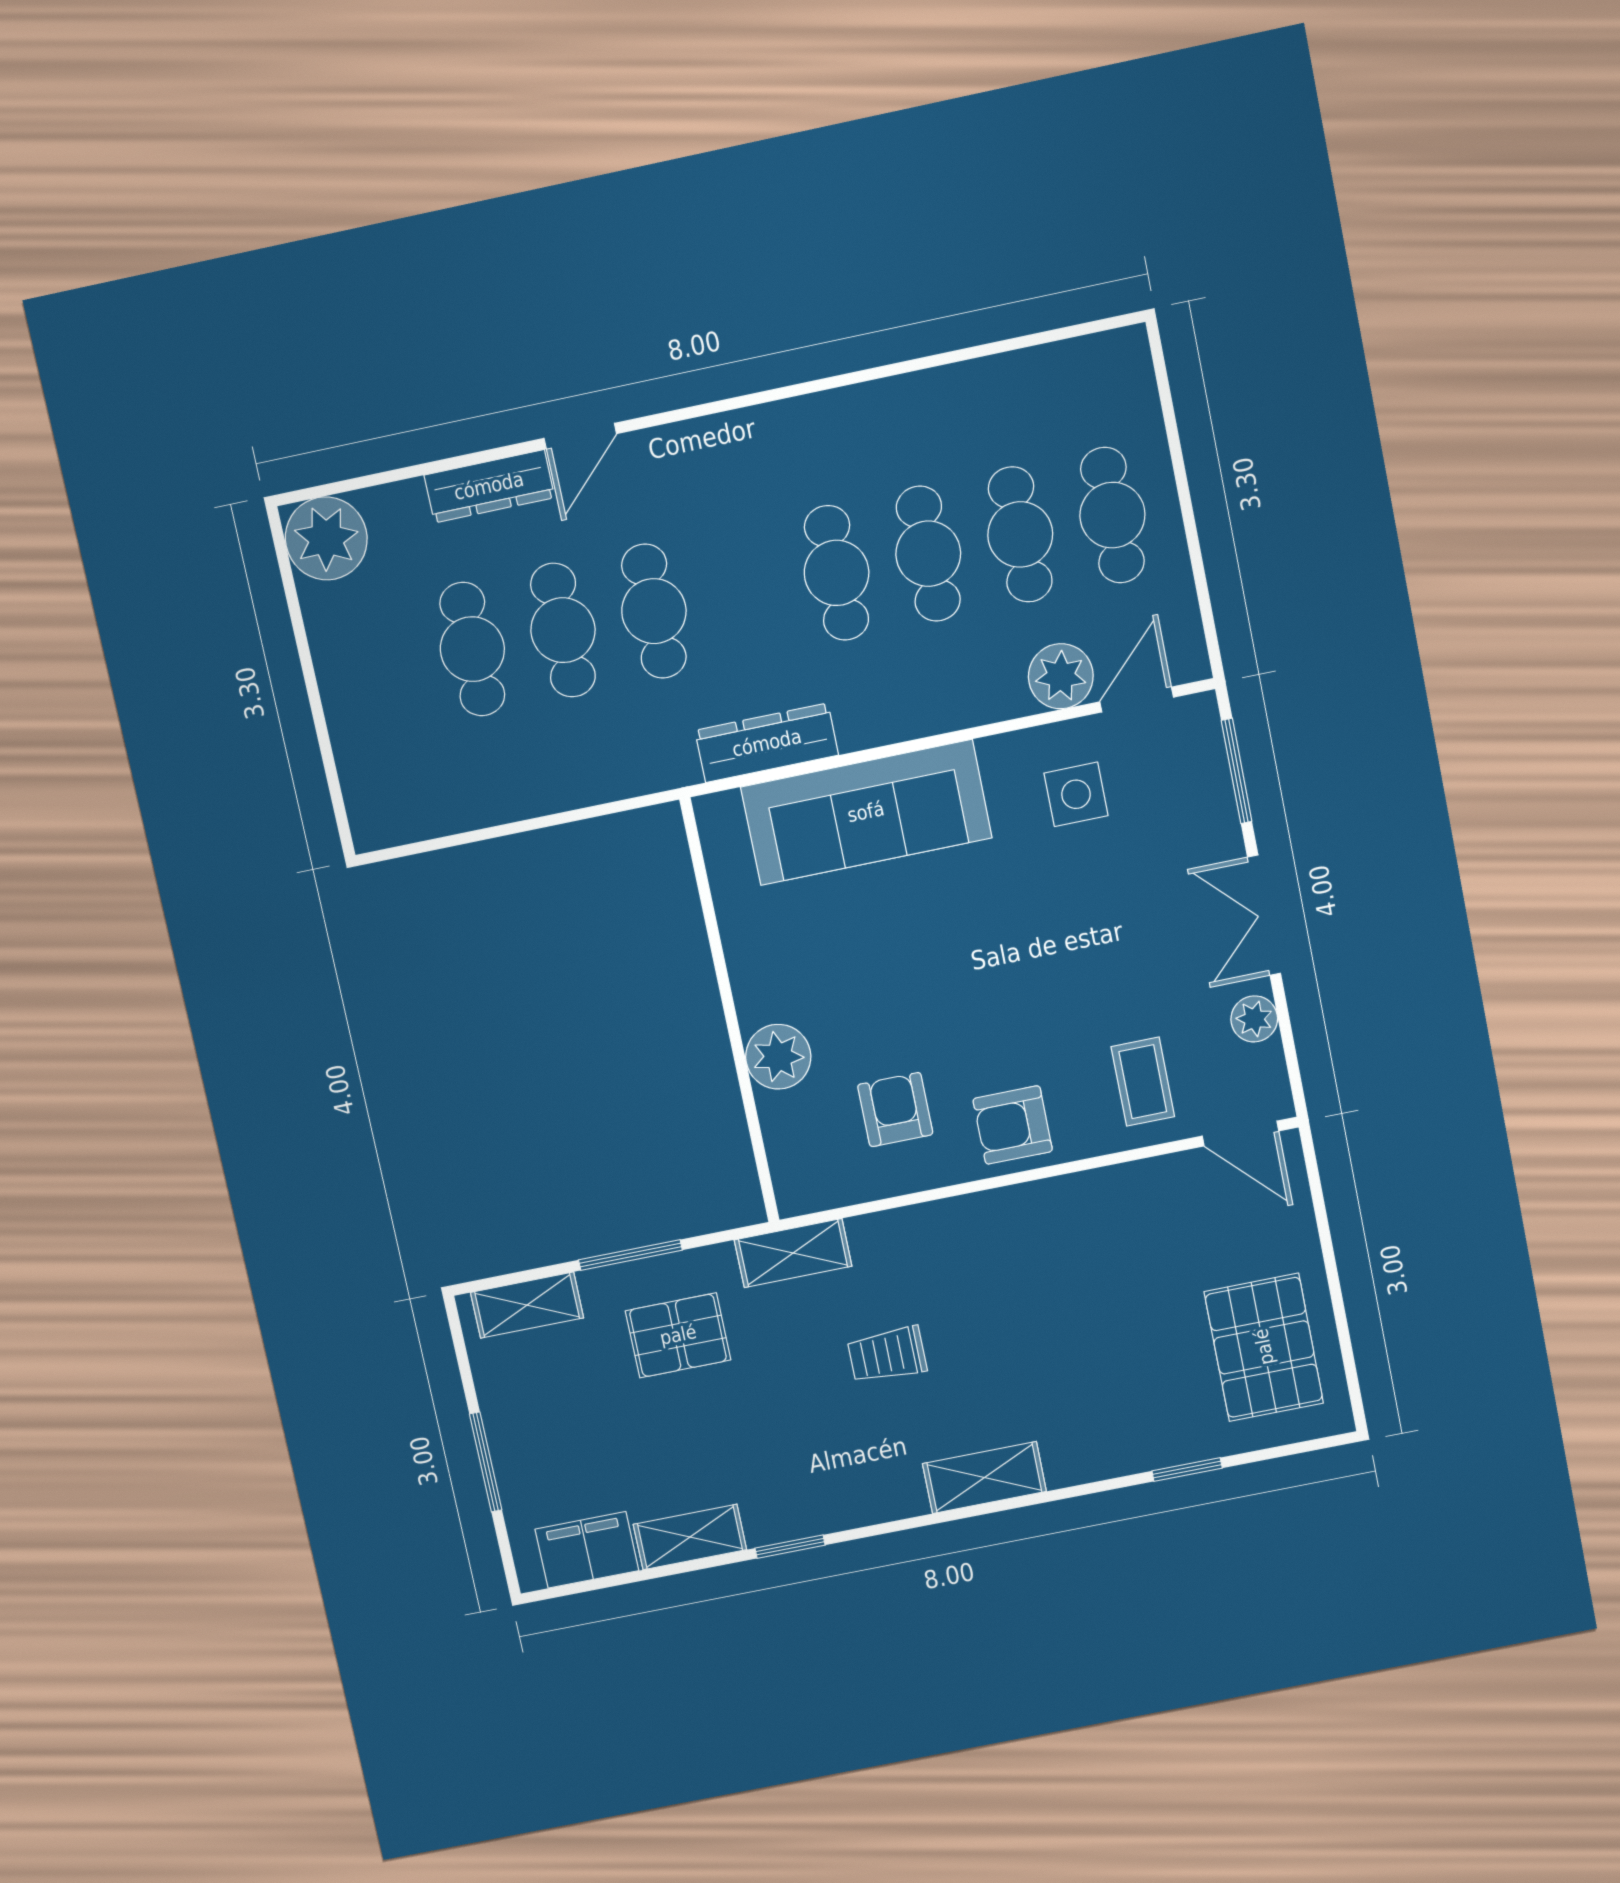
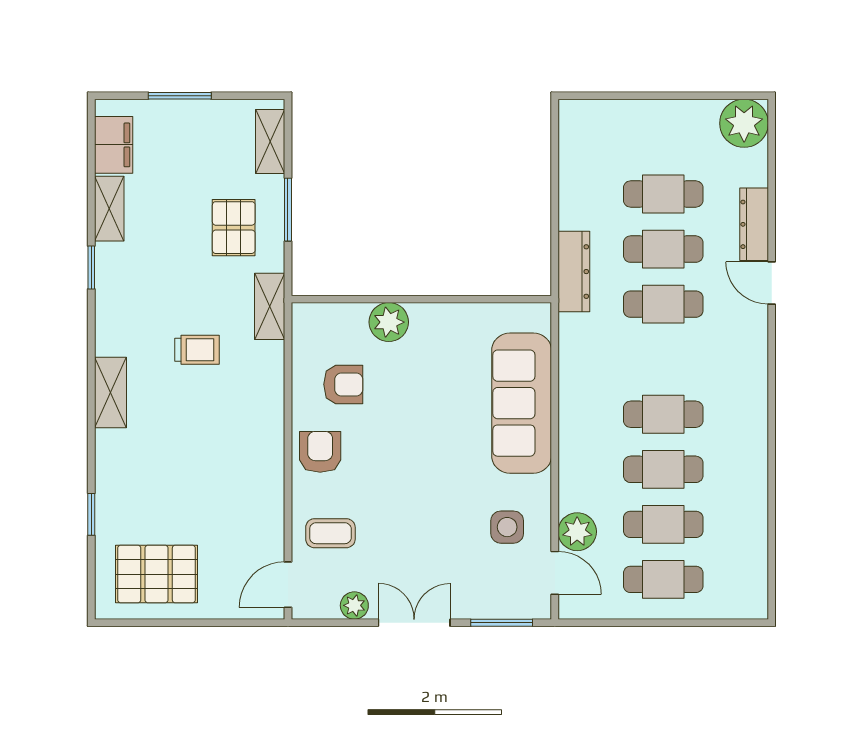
dresser: (767, 743) -> (574, 272), moved
trolley: (887, 1355) -> (197, 350), turned 90

